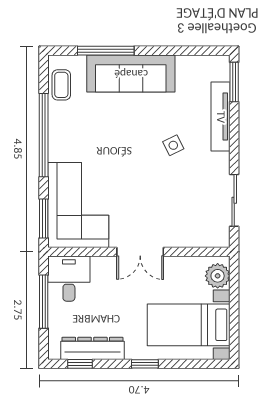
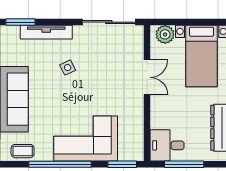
sliding door: (234, 200) -> (109, 22), width x1.37
corner sofa: (78, 205) -> (86, 138), moved
double door: (140, 252) -> (147, 77), moved

